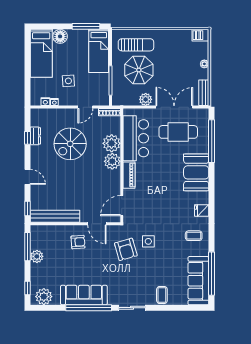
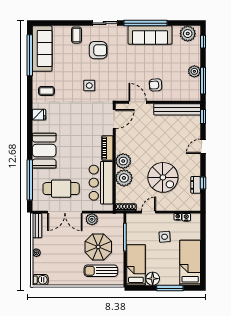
window: (86, 26) -> (170, 288), moved
floor lamp: (60, 36) -> (153, 279), moved
spiral stairs: (70, 144) -> (163, 177), turned 90
door: (28, 177) -> (203, 146), hinge flipped
armchair: (126, 249) -> (98, 50), moved, turned 106

